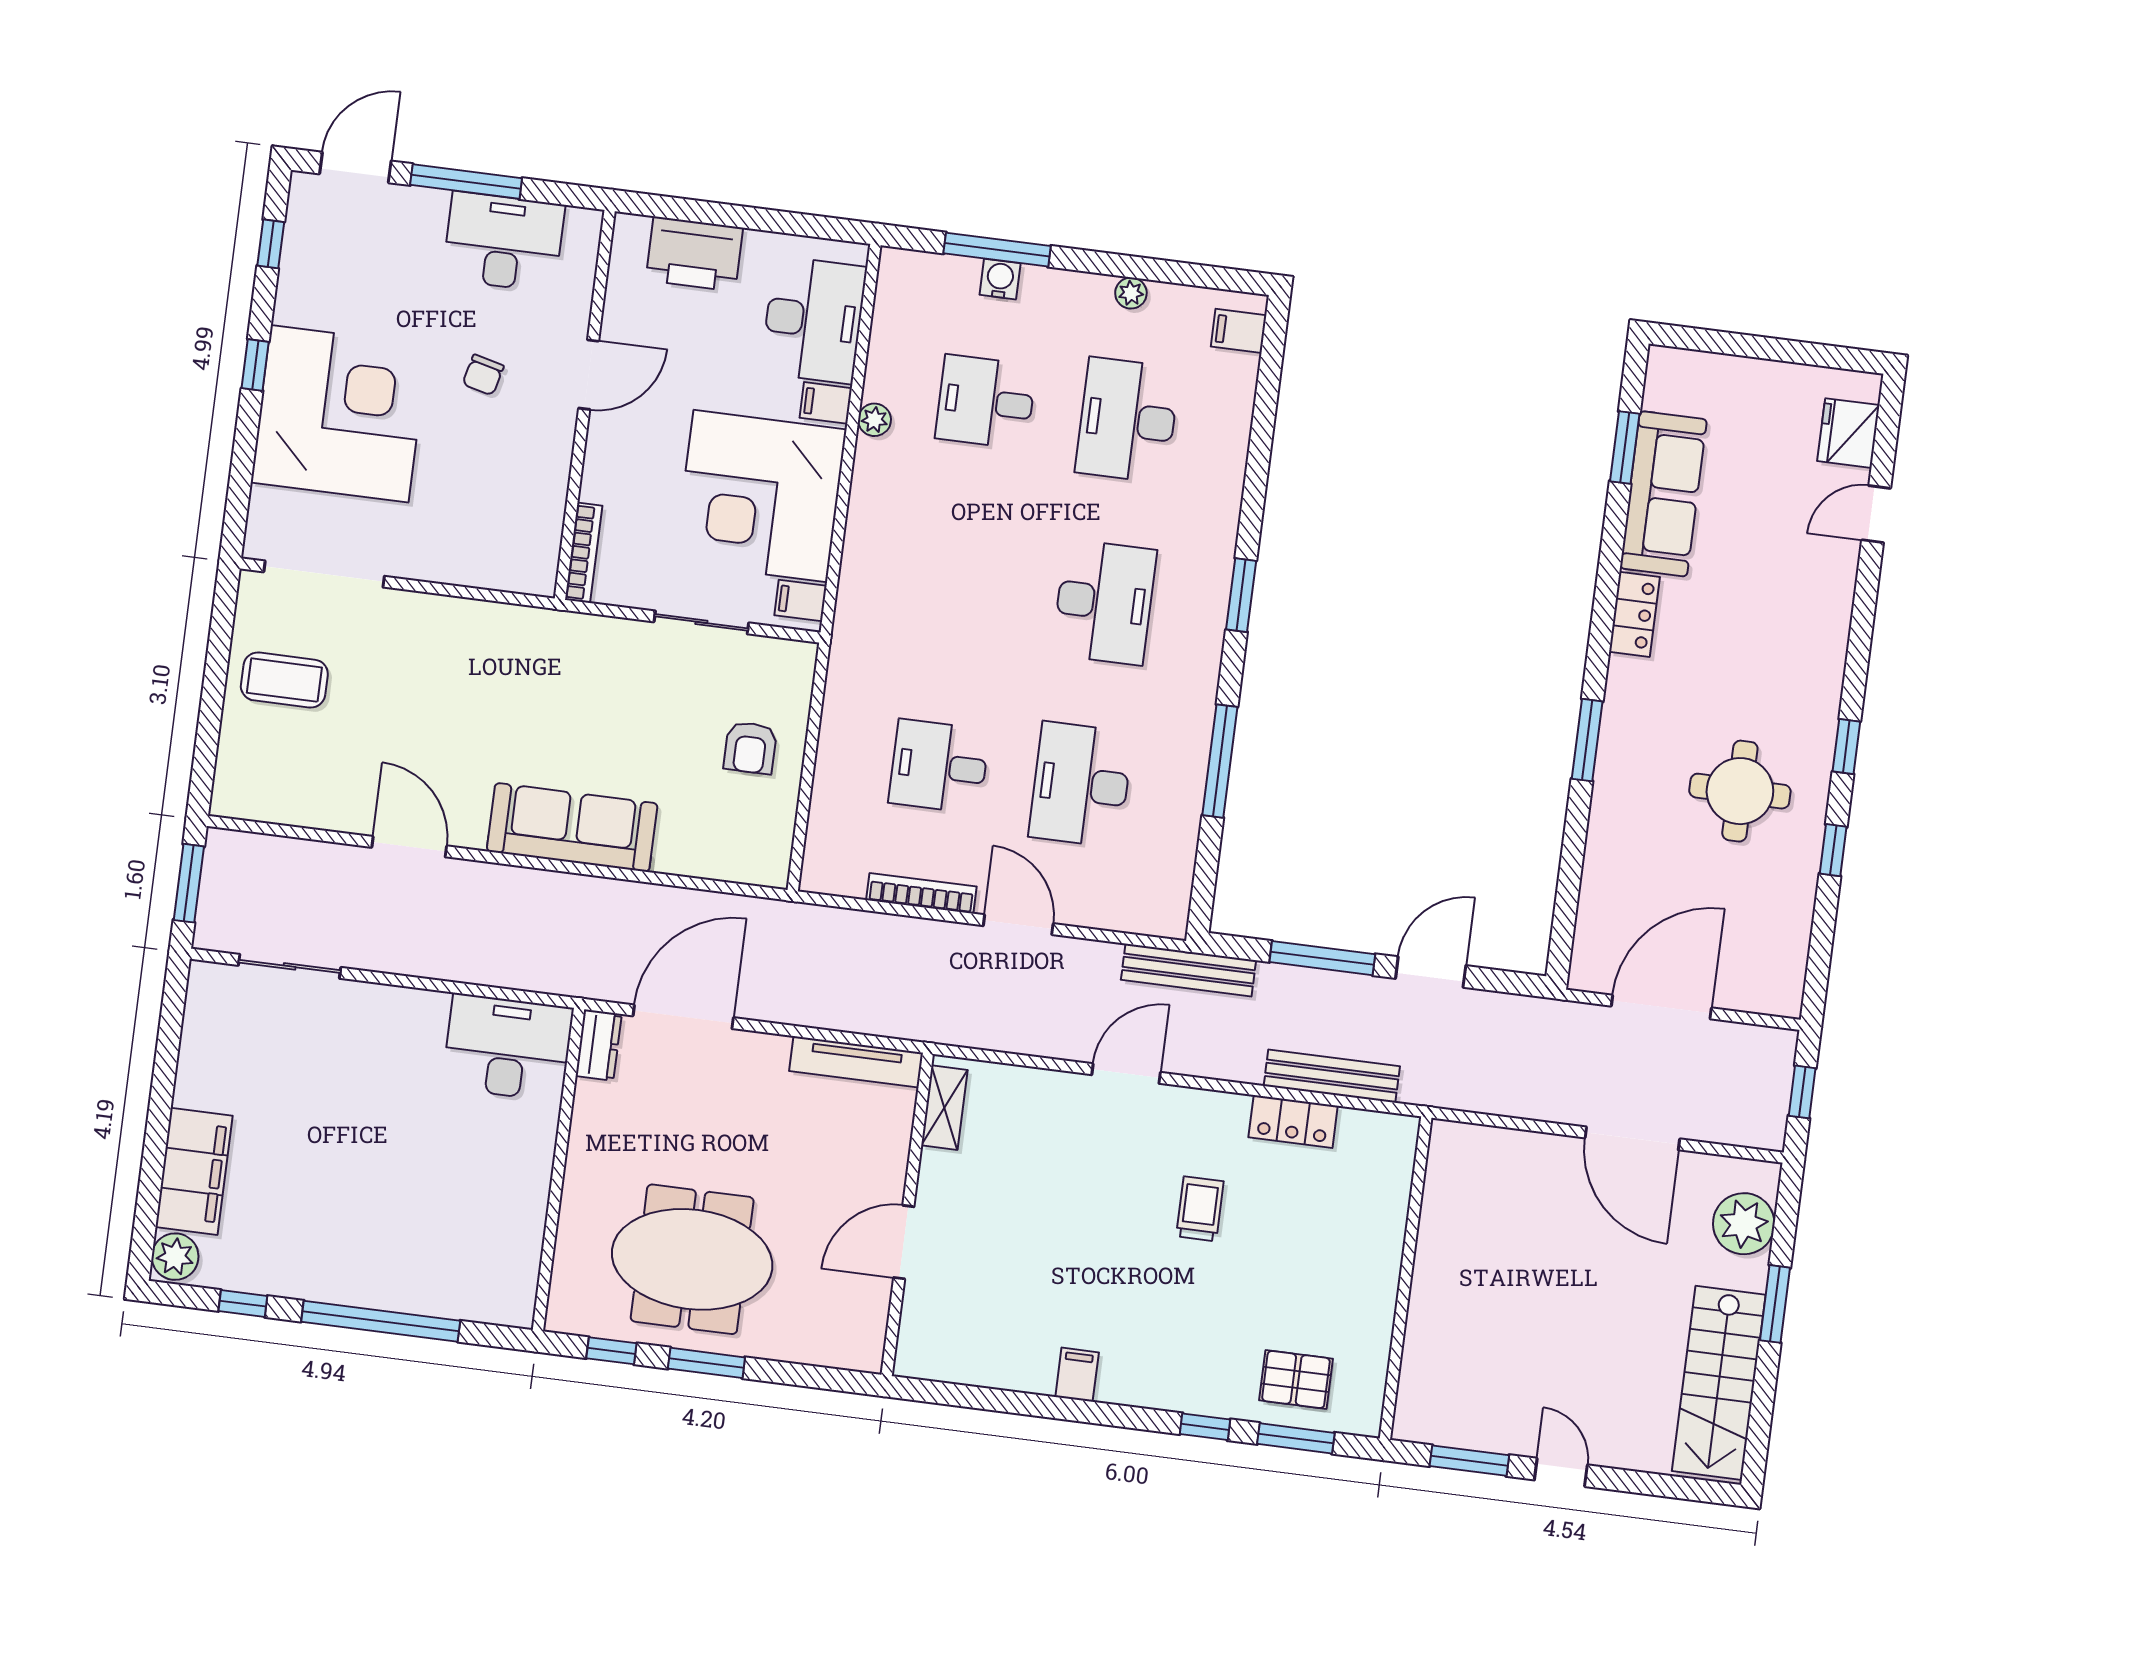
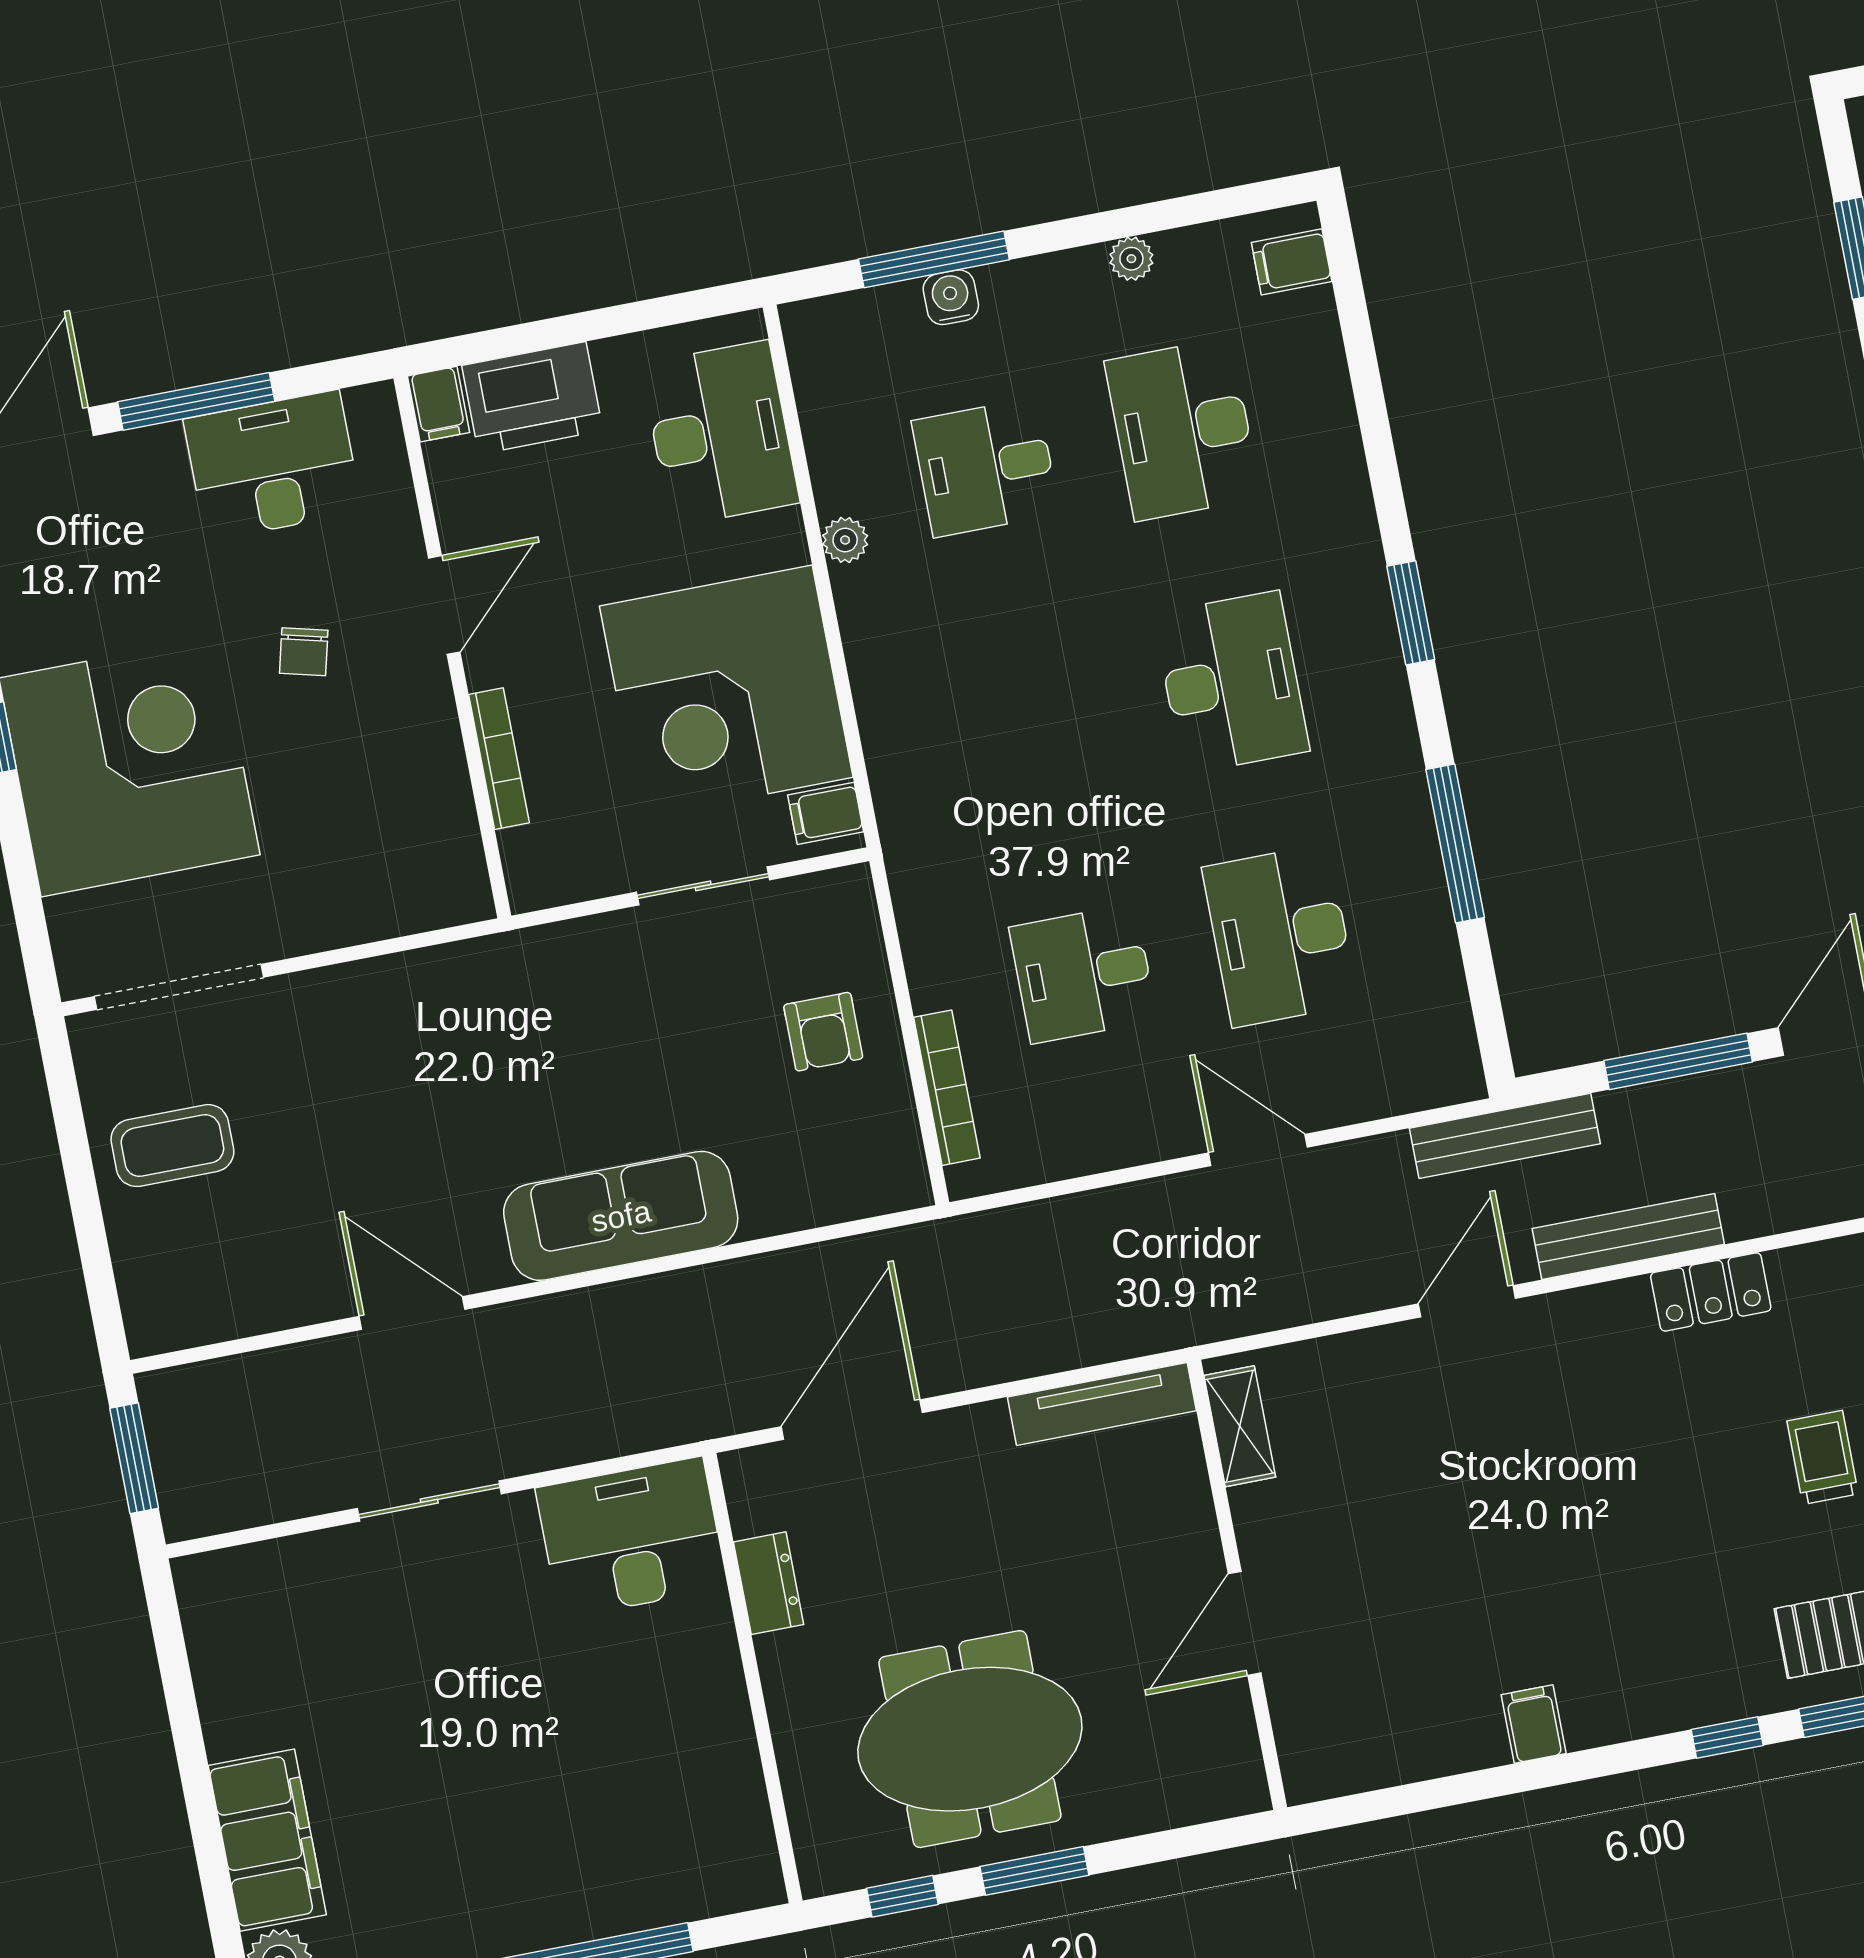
filing cabinet: (826, 403) -> (439, 404), moved, turned -90
bookcase: (584, 553) -> (499, 759), moved
bookcase: (921, 893) -> (947, 1088), moved, turned 90
sliding door: (290, 966) -> (429, 1501), moved
dresser: (599, 1045) -> (769, 1583), moved
bench: (1332, 1076) -> (1628, 1236), moved
trolley: (1200, 1209) -> (1823, 1457), moved

